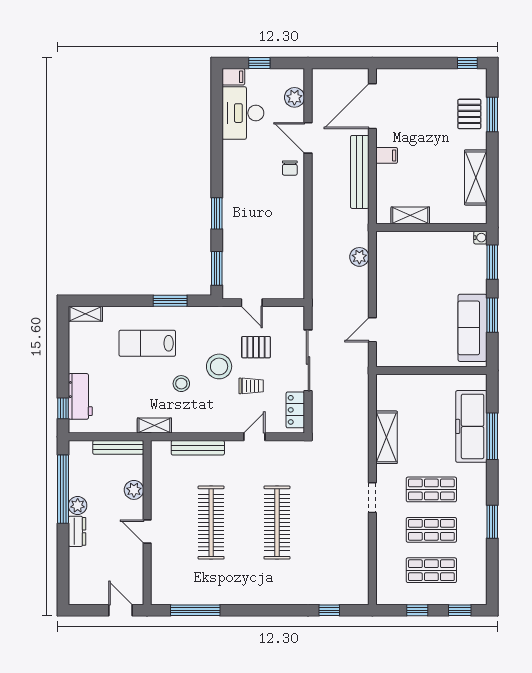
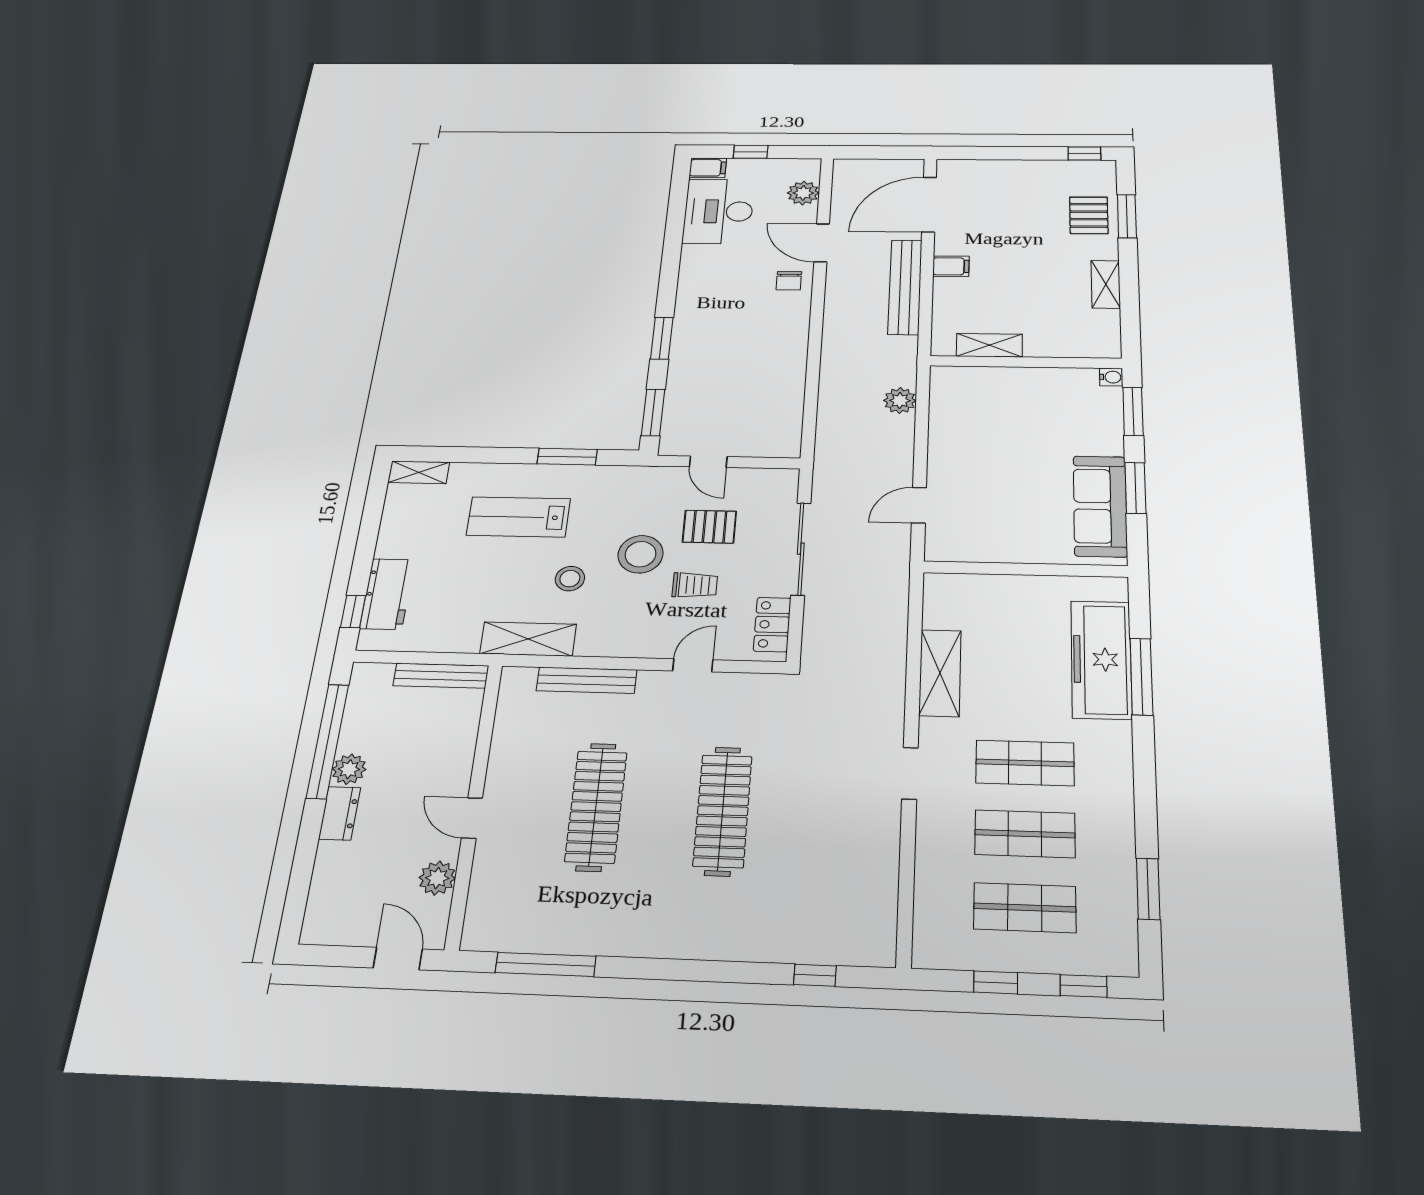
shelving: (476, 177) -> (1106, 284), width x0.67, depth x0.75
shelving: (154, 426) -> (528, 639), width x1.50, depth x1.33
plant: (134, 490) -> (437, 878), moved
window: (492, 522) -> (1148, 889), moved

